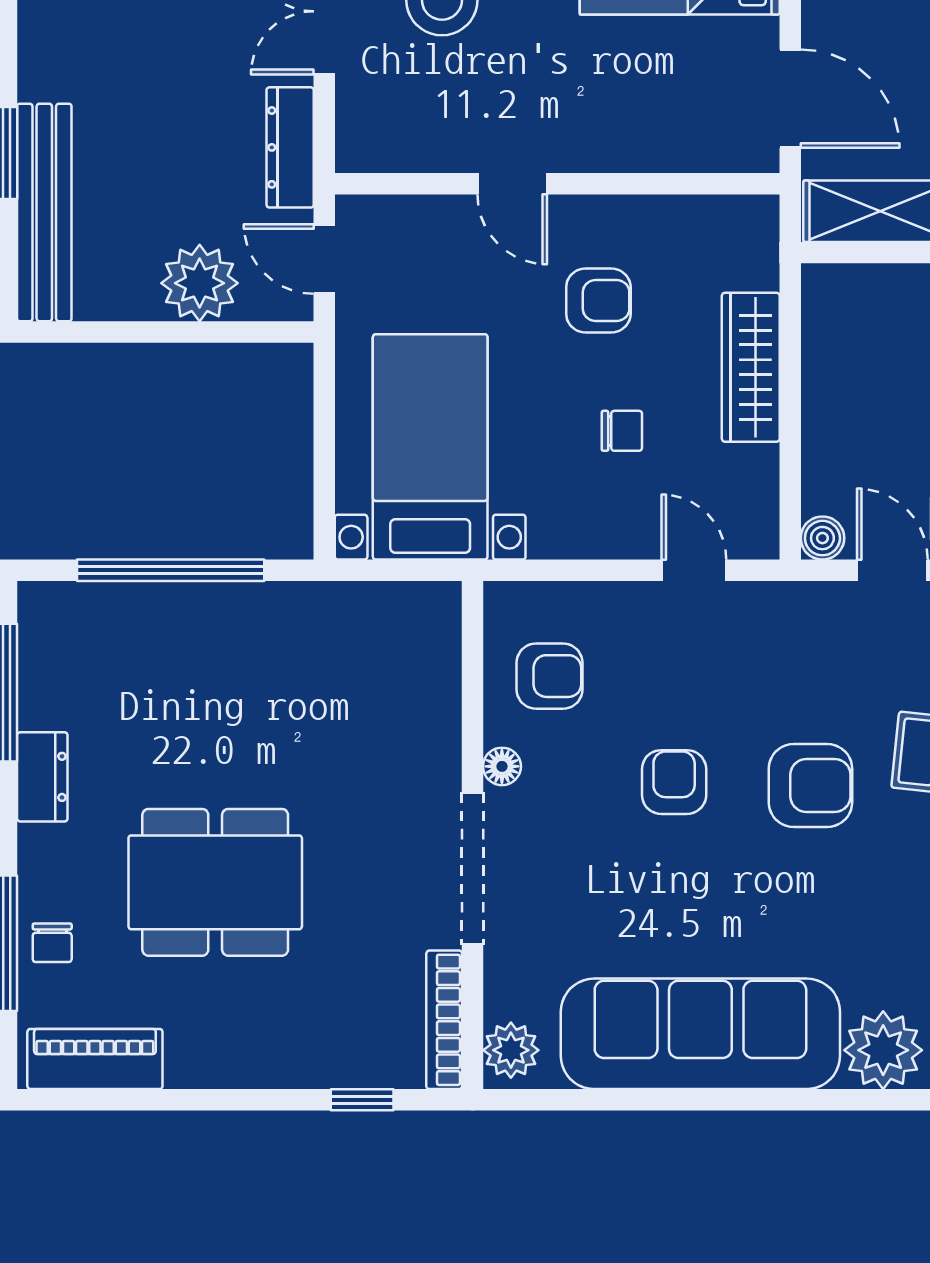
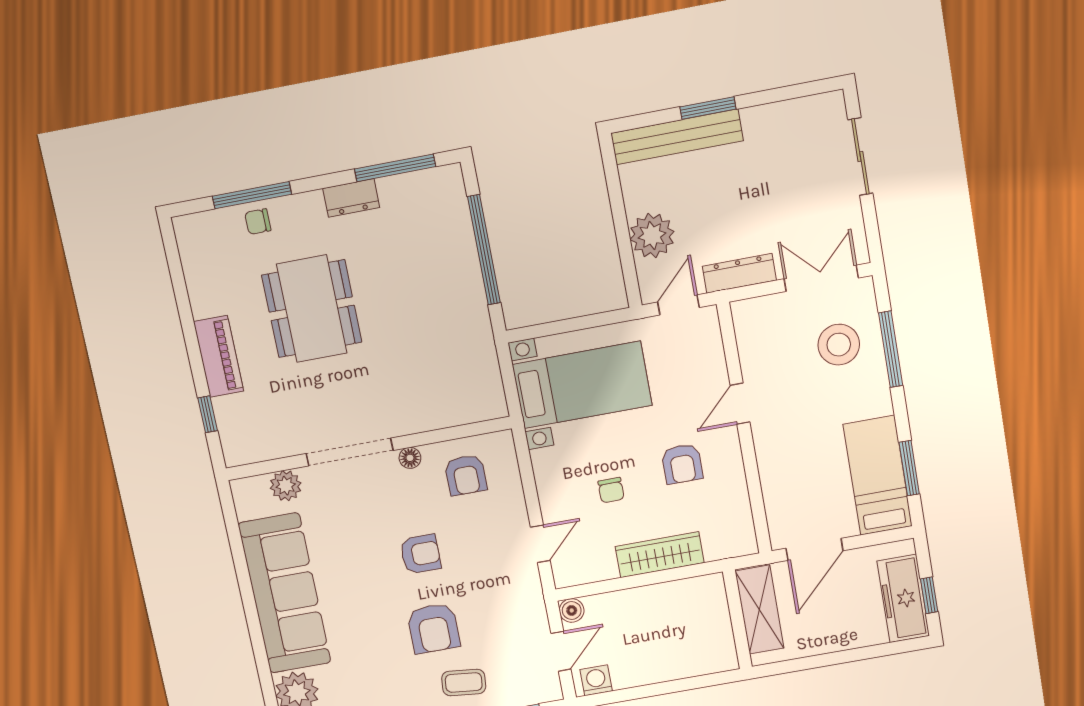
bookcase: (444, 1020) -> (262, 452), removed
plant: (511, 1050) -> (286, 486), moved
piano: (95, 1059) -> (219, 356), moved

